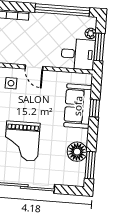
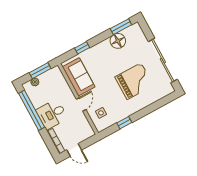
desk: (78, 54) -> (52, 114), moved, turned -90
sofa: (78, 106) -> (79, 77), moved, turned -90

